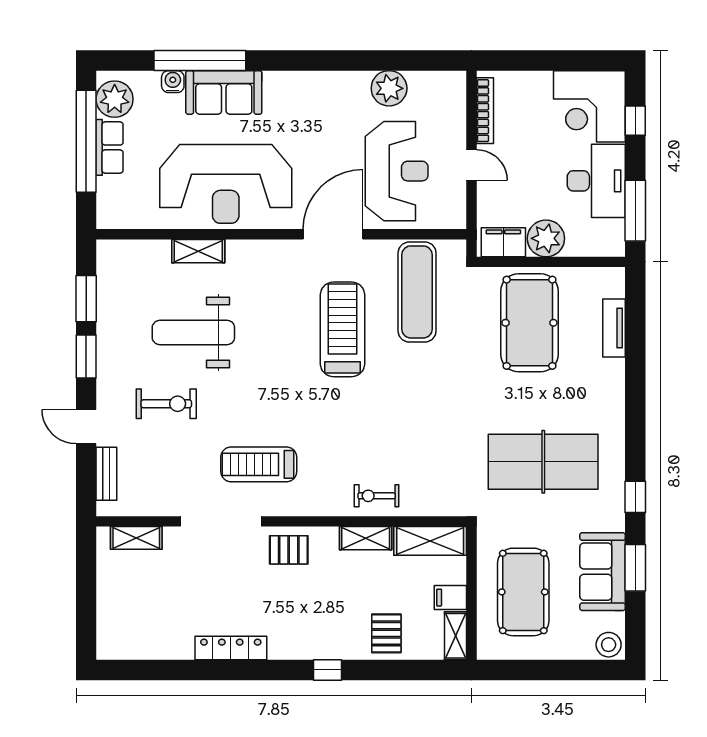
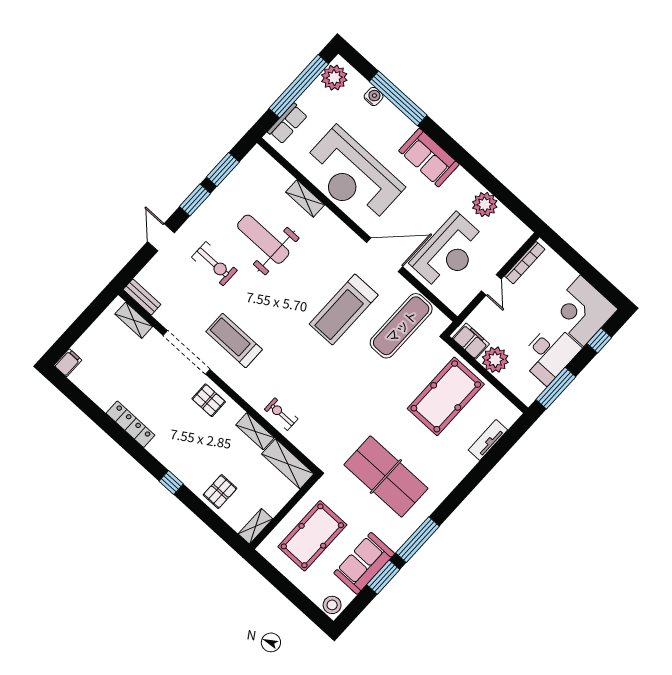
sofa: (224, 92) -> (429, 158), moved
row of seats: (110, 147) -> (288, 124), moved
treadmill: (343, 329) -> (344, 310), turned 180
bench: (106, 474) -> (142, 297), moved, turned 90
window: (635, 497) -> (418, 540), width x2.17
filing cabinet: (450, 598) -> (68, 363), moved, turned 90

